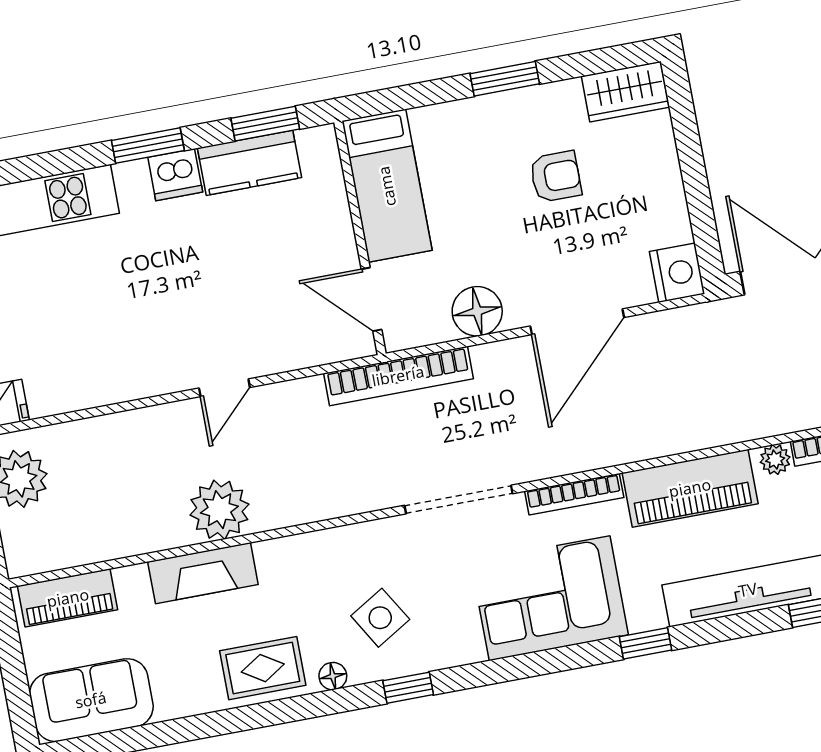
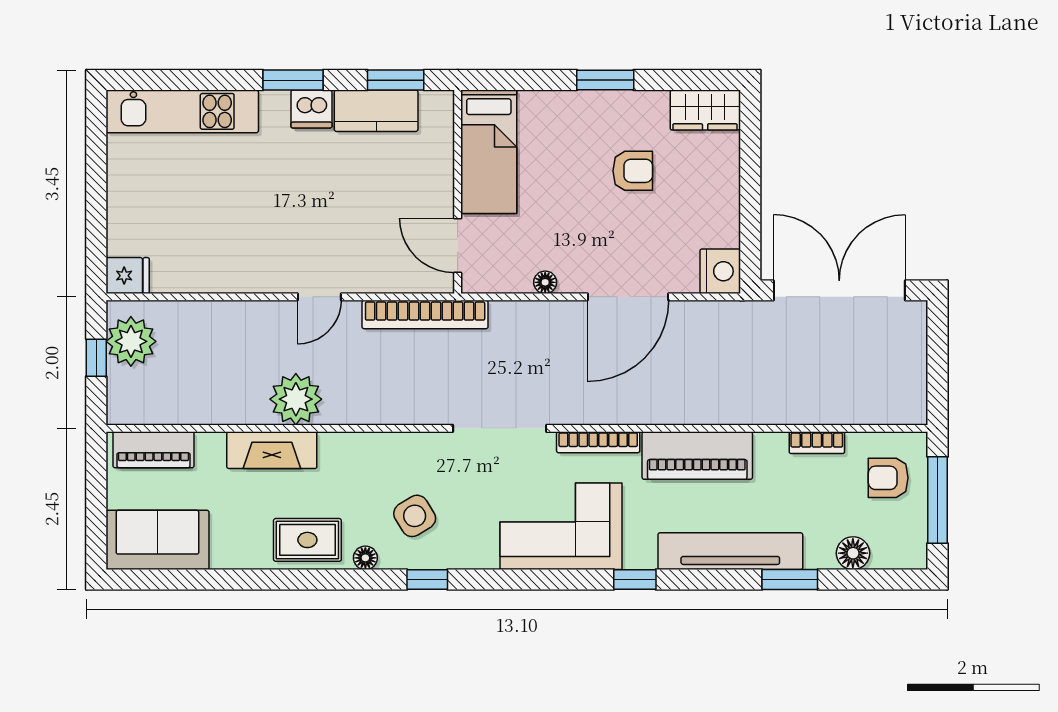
floor lamp: (477, 311) -> (545, 282), width x0.53, depth x0.53
bookcase: (398, 376) -> (425, 315), moved
plant: (775, 460) -> (774, 445), removed

